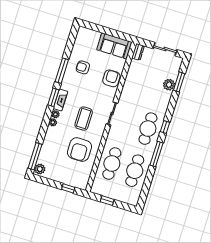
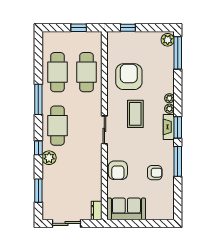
plant: (169, 85) -> (49, 158), moved
window: (165, 127) -> (38, 148), moved

